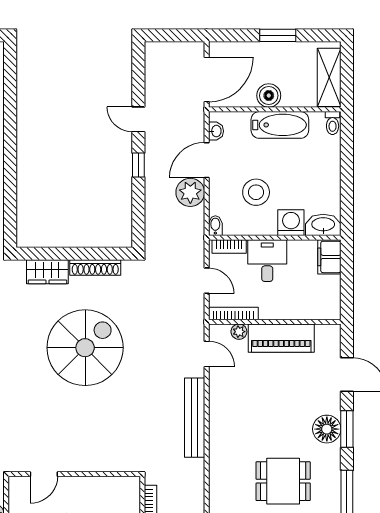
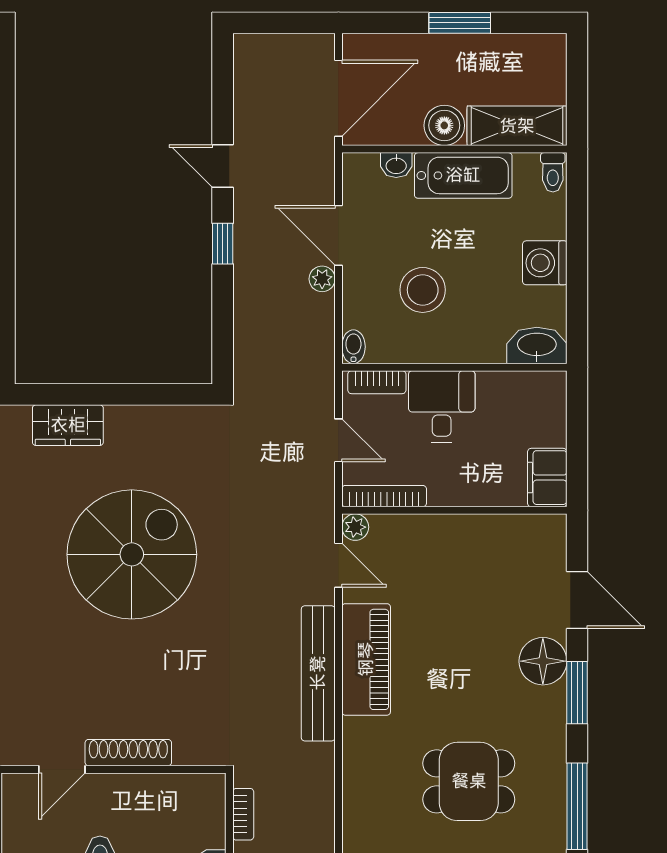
shelving: (329, 77) -> (517, 126), moved, turned 90
washbasin: (216, 131) -> (396, 165), moved, turned 90
door: (207, 160) -> (338, 235), hinge flipped
plant: (190, 192) -> (322, 279), width x0.53, depth x0.53
washing machine: (291, 223) -> (545, 263), moved, turned -90
filing cabinet: (329, 257) -> (547, 478), moved
shoe rack: (95, 268) -> (128, 753), moved, turned 180
plant: (239, 332) -> (355, 527), moved
piano: (281, 338) -> (366, 659), moved, turned -90
floor lamp: (327, 429) -> (543, 661), moved

